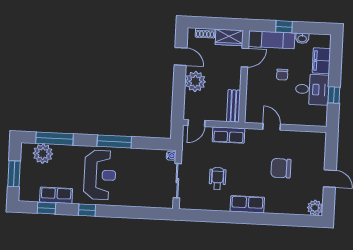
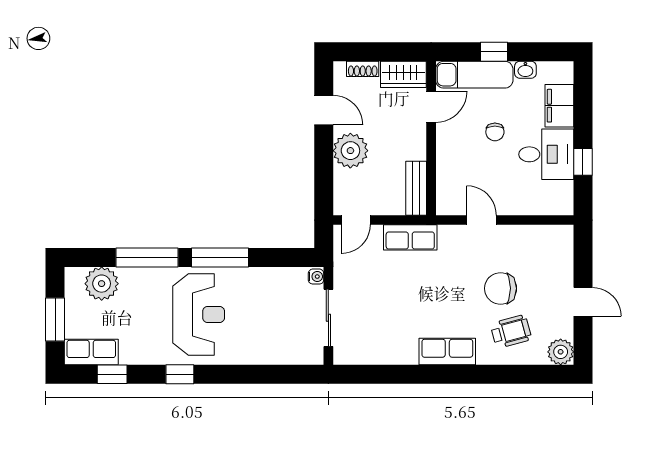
window: (55, 139) -> (147, 257), moved
wheelchair: (218, 179) -> (511, 331), moved, turned 75
row of seats: (56, 195) -> (91, 352), moved

